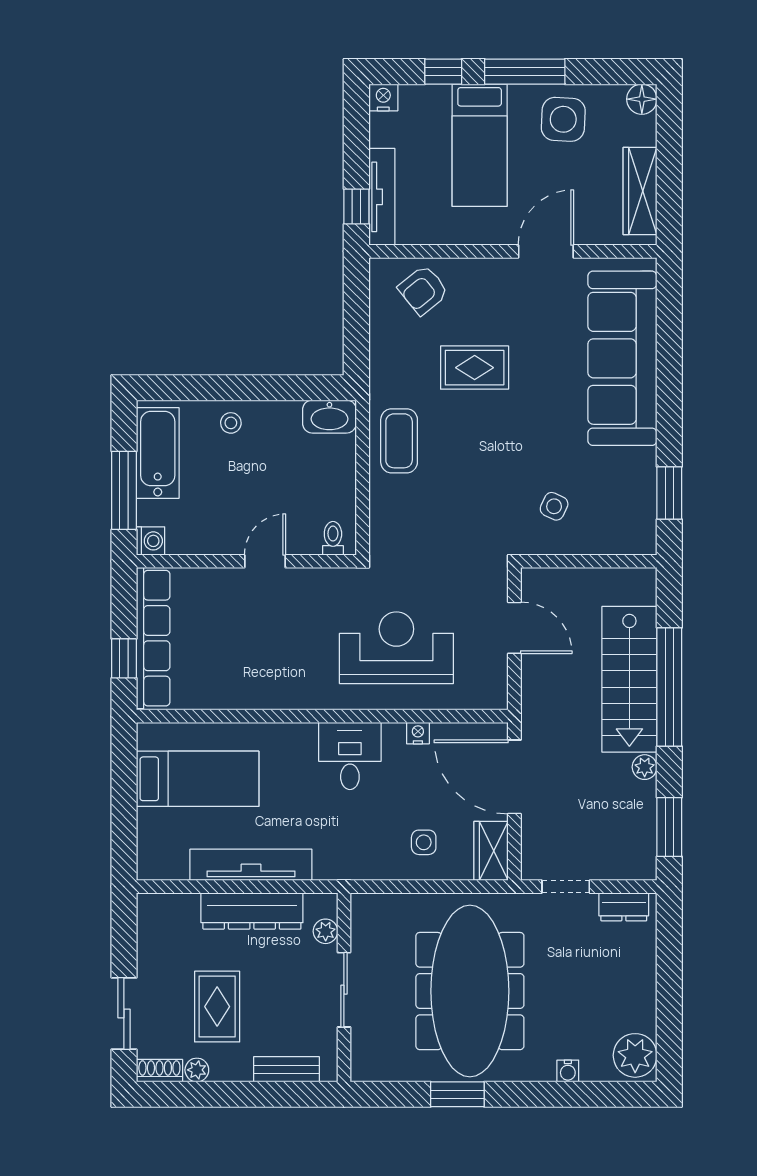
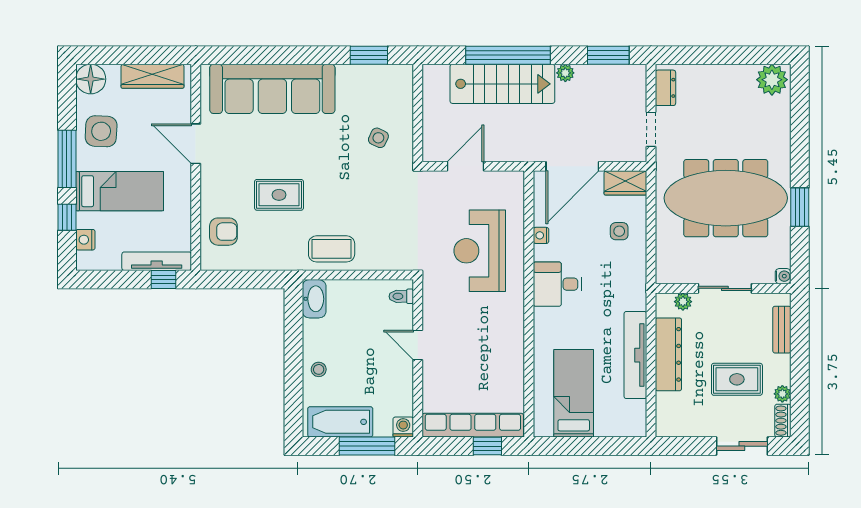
nightstand: (383, 97) -> (85, 240), moved
floor lamp: (642, 99) -> (91, 79), width x1.38, depth x1.38
armchair: (423, 290) -> (223, 232), turned -51
rug: (475, 368) -> (279, 195), turned 90
water cooler: (568, 1071) -> (783, 276), moved

